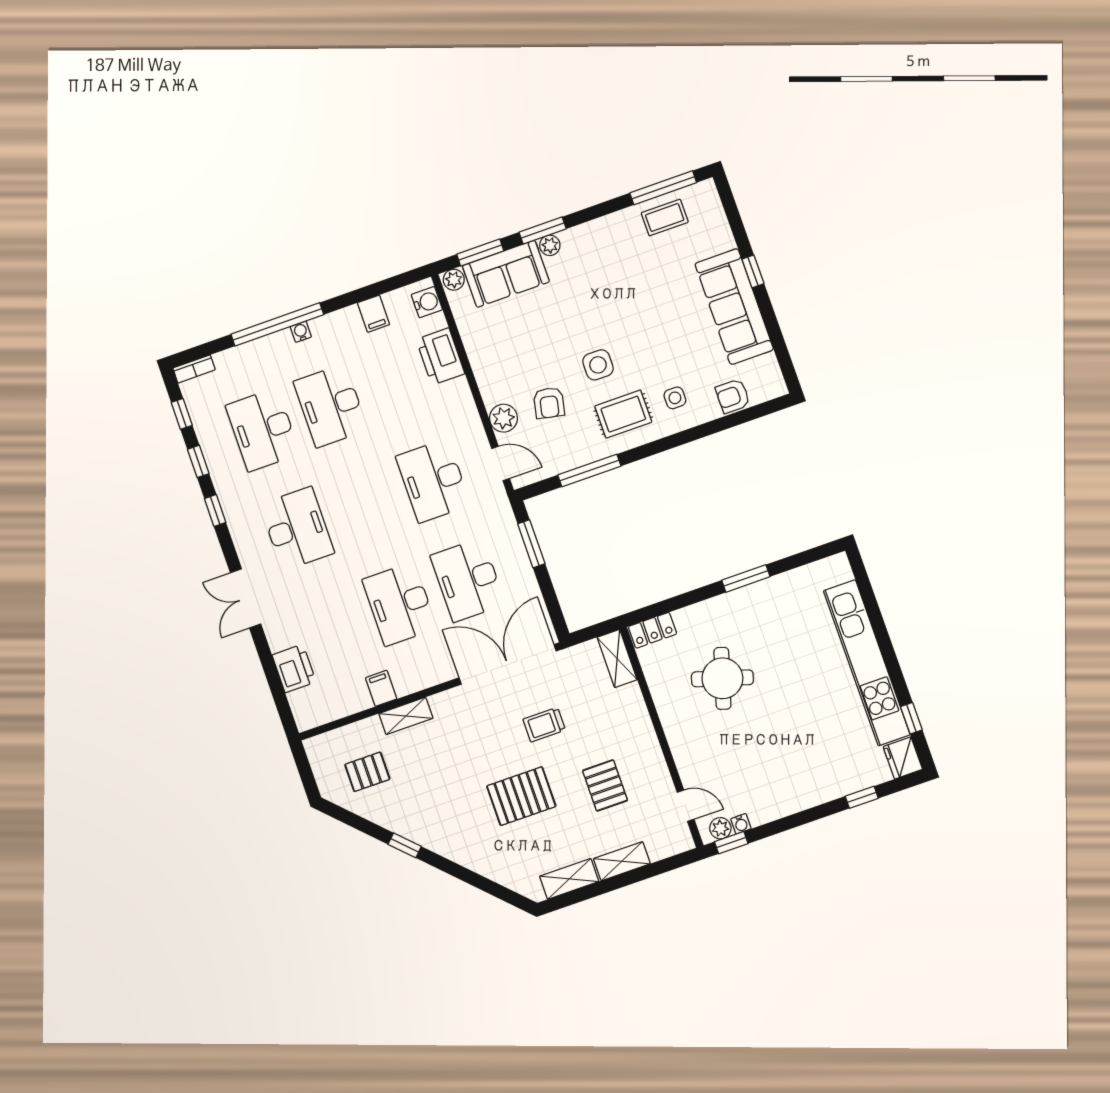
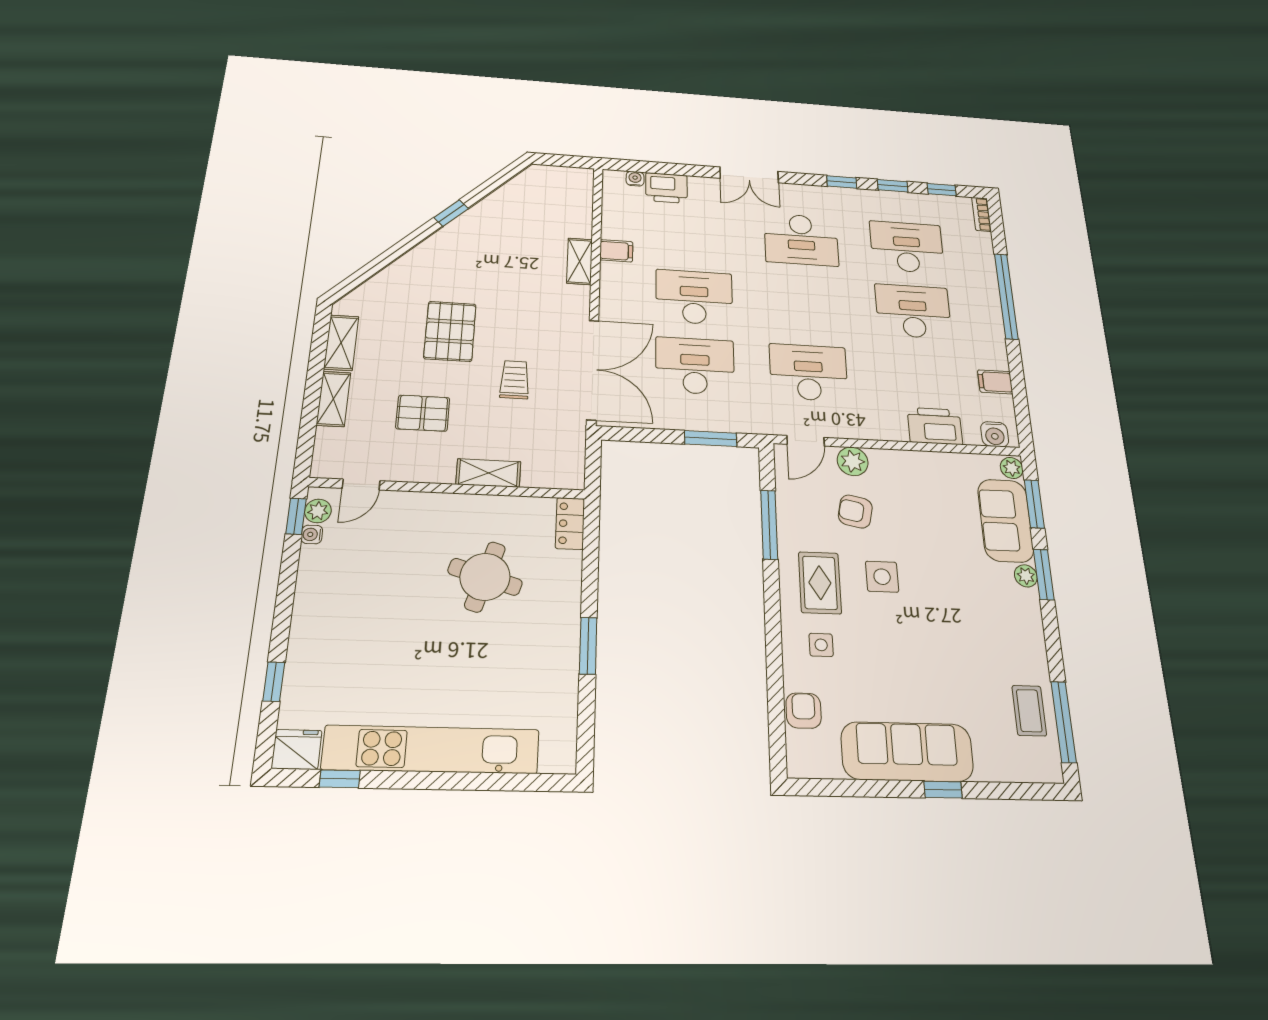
water cooler: (301, 332) -> (635, 179), moved, turned -90
double door: (246, 598) -> (749, 175), swing flipped
shelving: (617, 659) -> (488, 473), moved
pallet: (367, 772) -> (539, 209), removed

